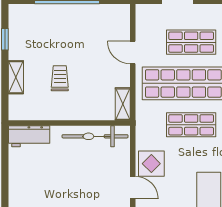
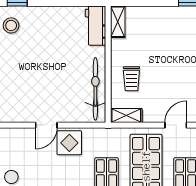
shelving: (16, 77) -> (118, 22), moved, turned 90
trolley: (60, 78) -> (131, 79), moved, turned 90

